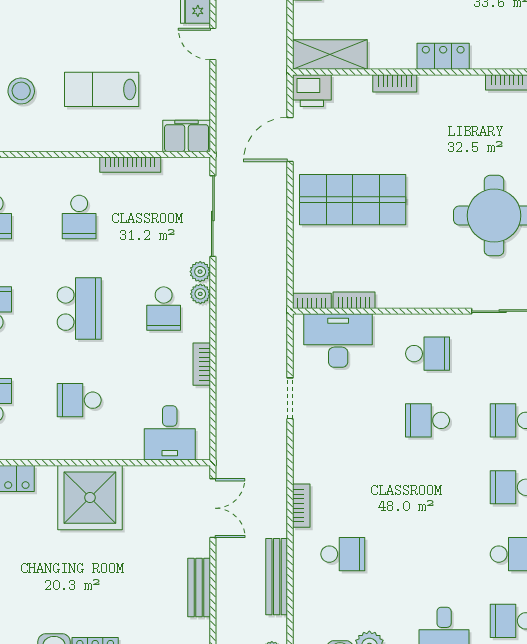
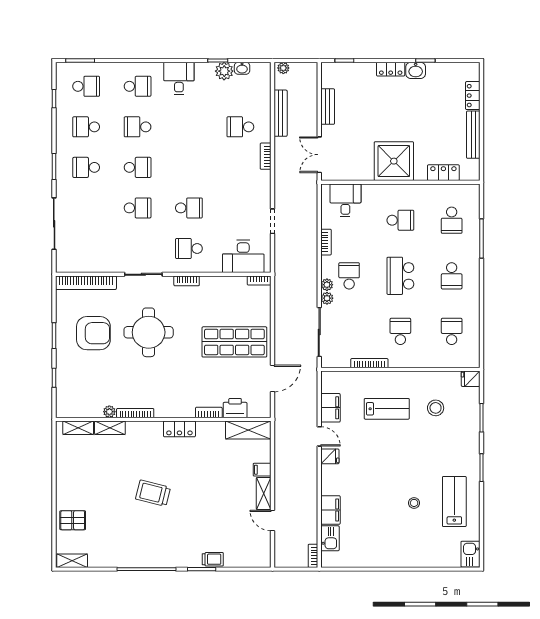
printer: (312, 91) -> (235, 408), moved
filing cabinet: (187, 136) -> (330, 408), moved, turned -90
bookcase: (354, 300) -> (187, 281), moved

